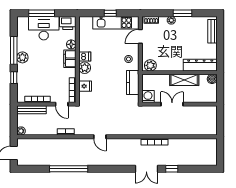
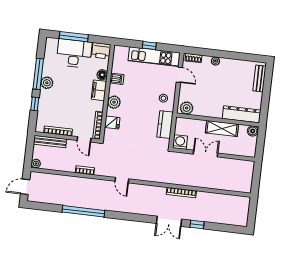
window: (183, 13) -> (229, 55), removed
door: (140, 36) -> (179, 75), swing flipped
dishwasher: (85, 57) -> (117, 79), moved

